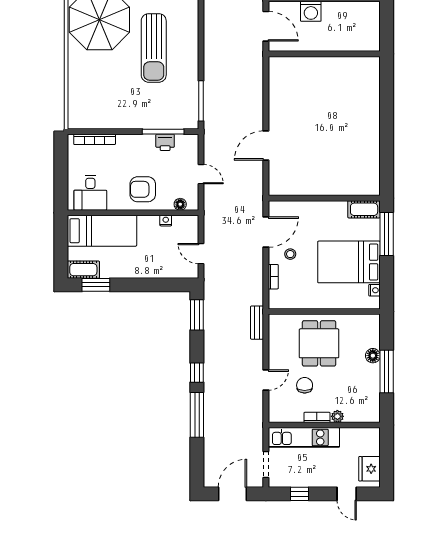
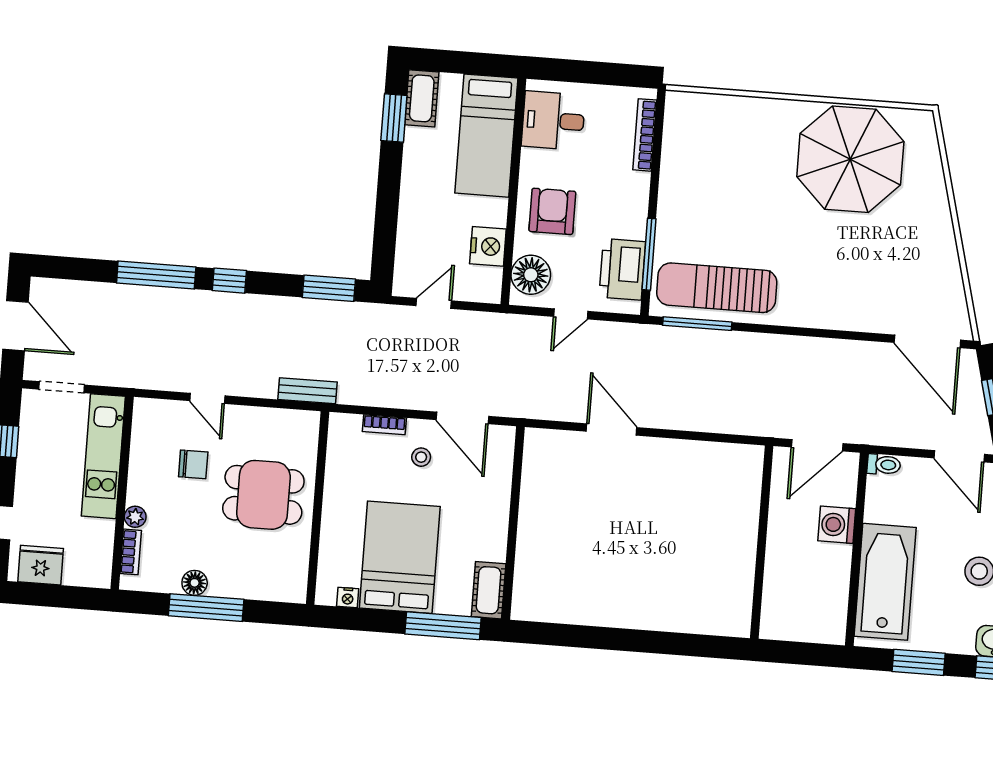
sun lounger: (154, 48) -> (717, 288), moved
printer: (165, 142) -> (622, 269), width x1.87, depth x1.48
floor lamp: (180, 204) -> (531, 275), width x1.89, depth x1.89
nightstand: (166, 221) -> (488, 246), width x1.89, depth x1.79
floor lamp: (373, 356) -> (195, 583), moved
bookcase: (317, 417) -> (131, 552), moved

